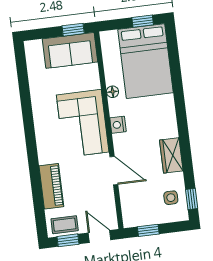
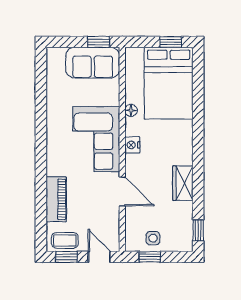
side table: (171, 198) -> (153, 238), moved

